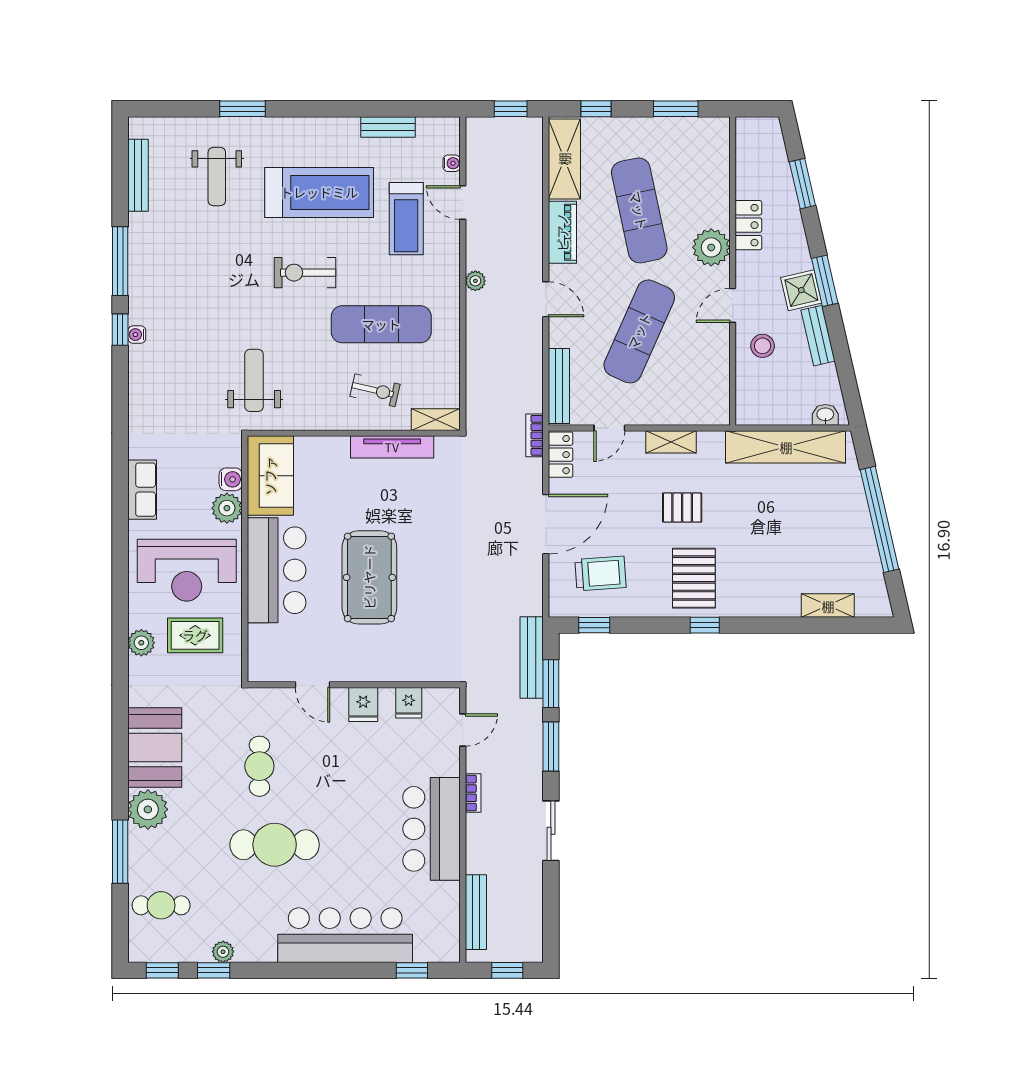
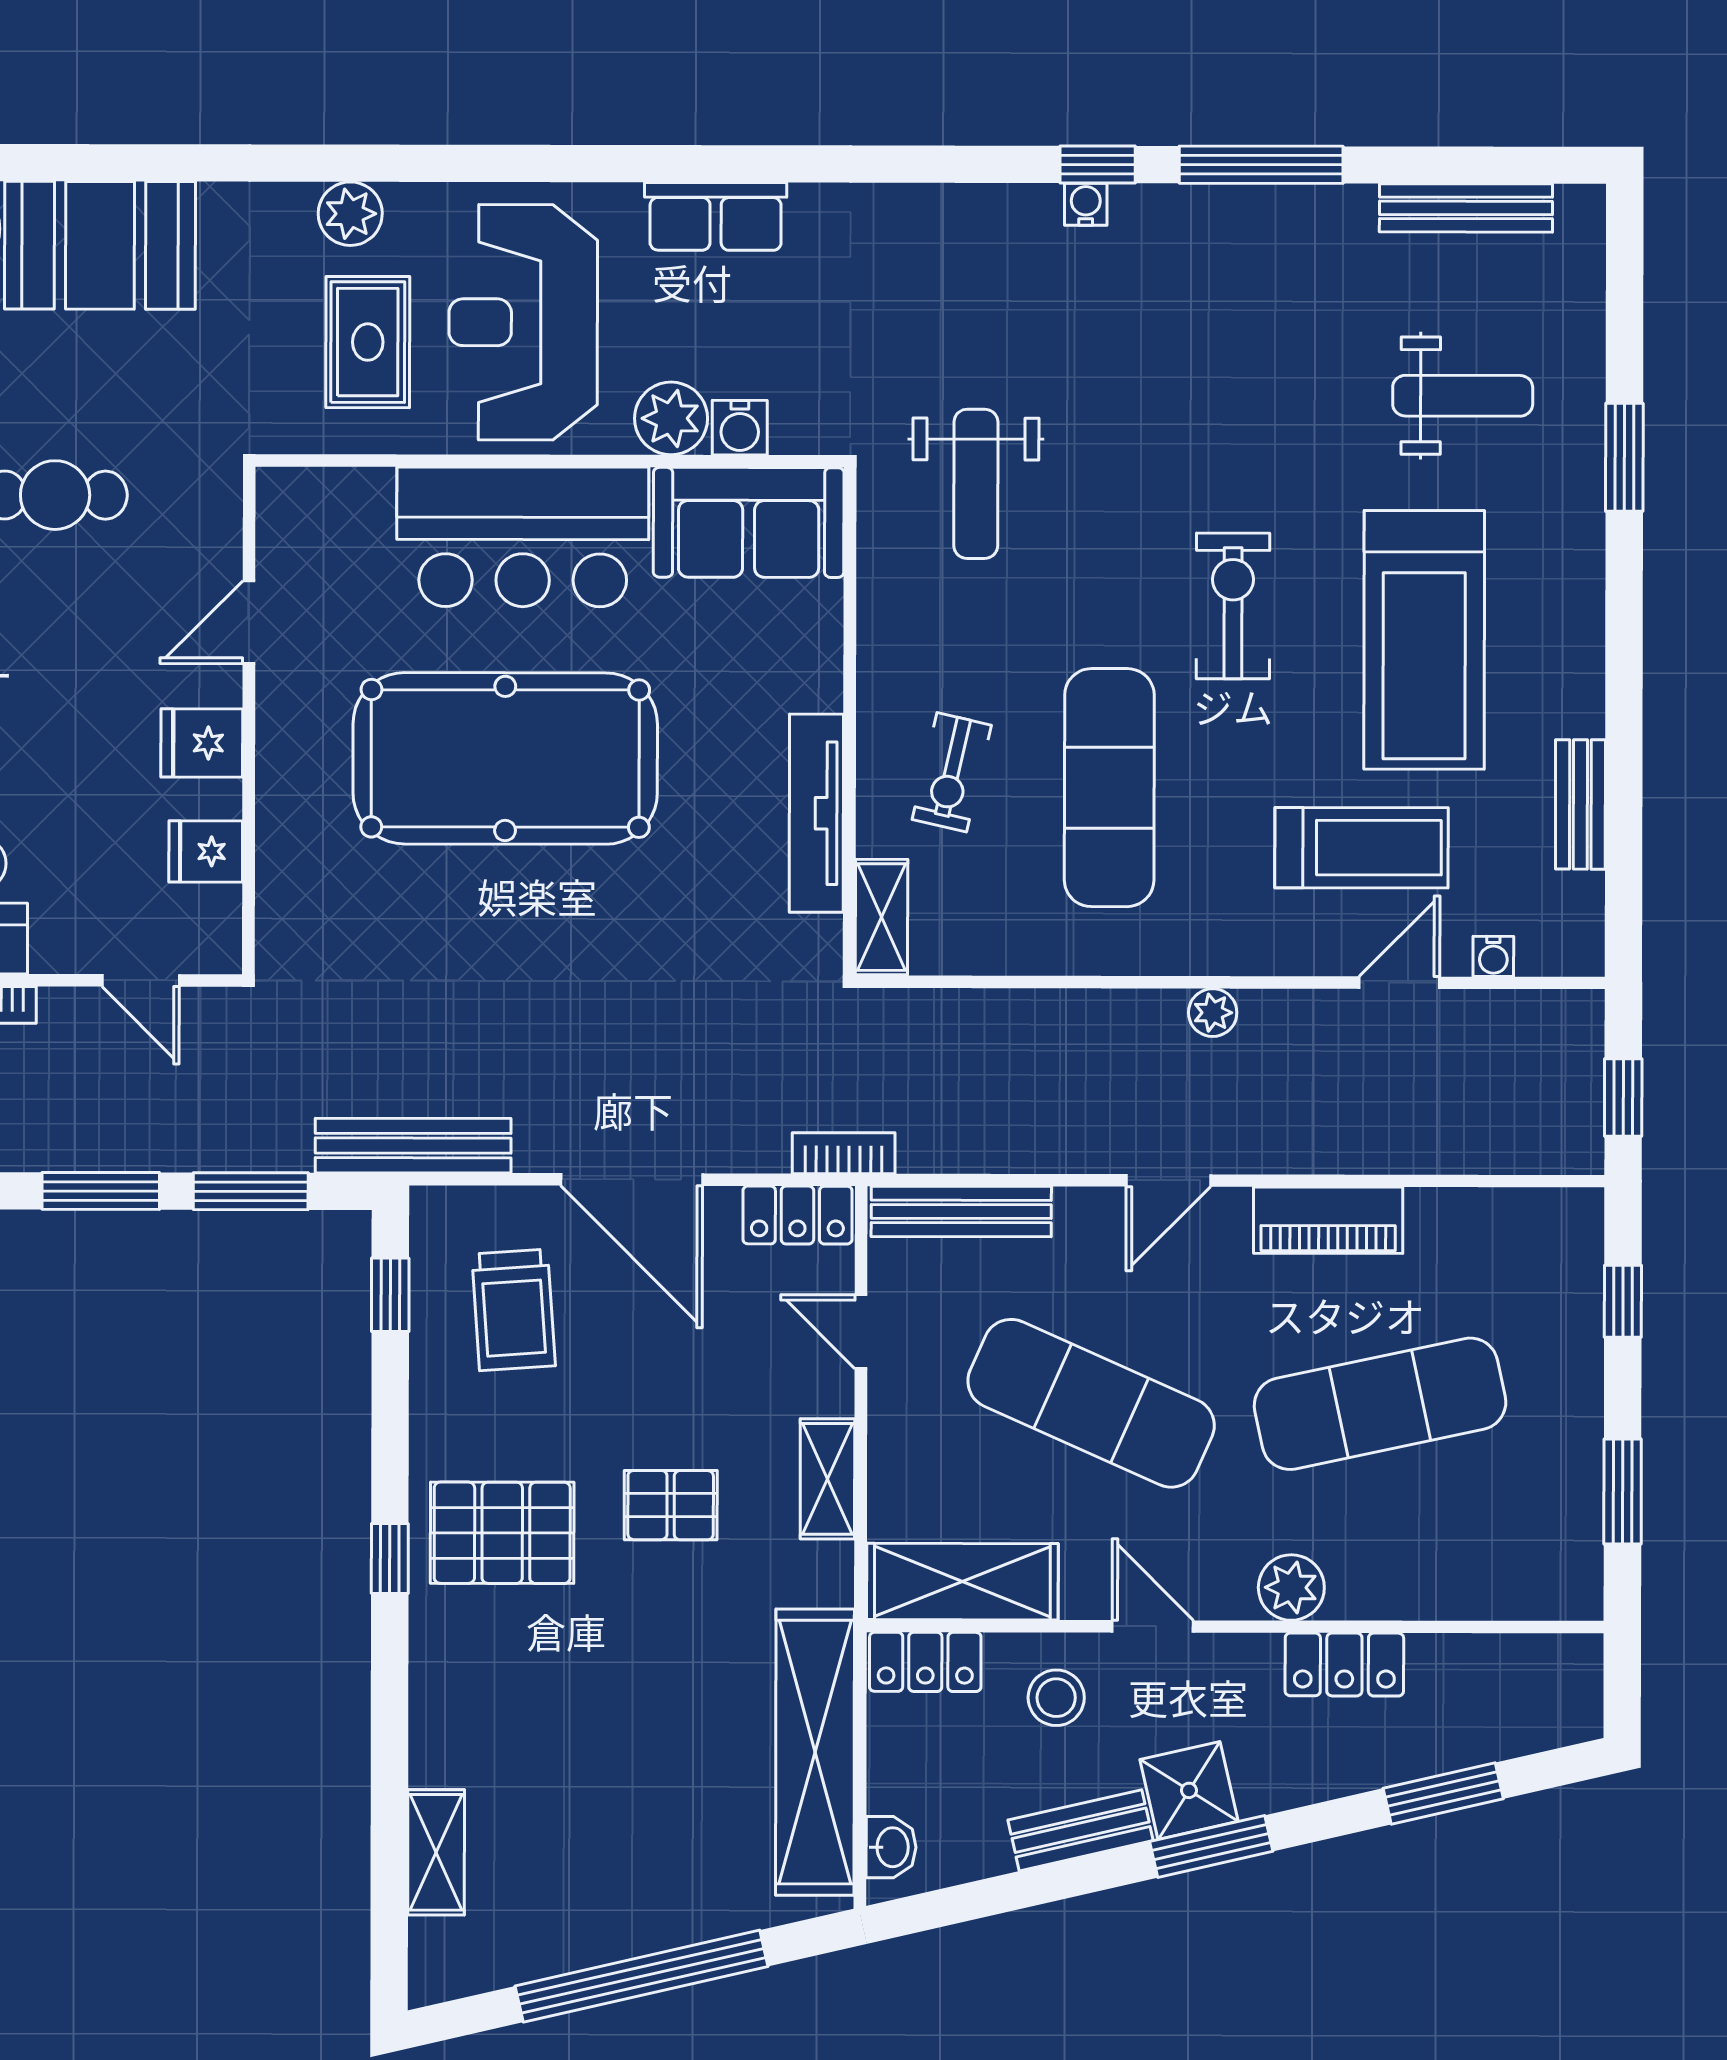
shelving: (564, 159) -> (962, 1582), moved
weight bench: (217, 177) -> (1463, 396), turned 180
treadmill: (406, 219) -> (1362, 848), turned 180
plant: (711, 247) -> (1291, 1588), width x0.73, depth x0.73
weight bench: (254, 380) -> (976, 484), turned 90
locker: (748, 401) -> (925, 1662), added
pallet: (682, 508) -> (671, 1505), turned 90
pool table: (369, 577) -> (505, 758), width x1.36, depth x1.32
bench: (532, 657) -> (413, 1146), moved

